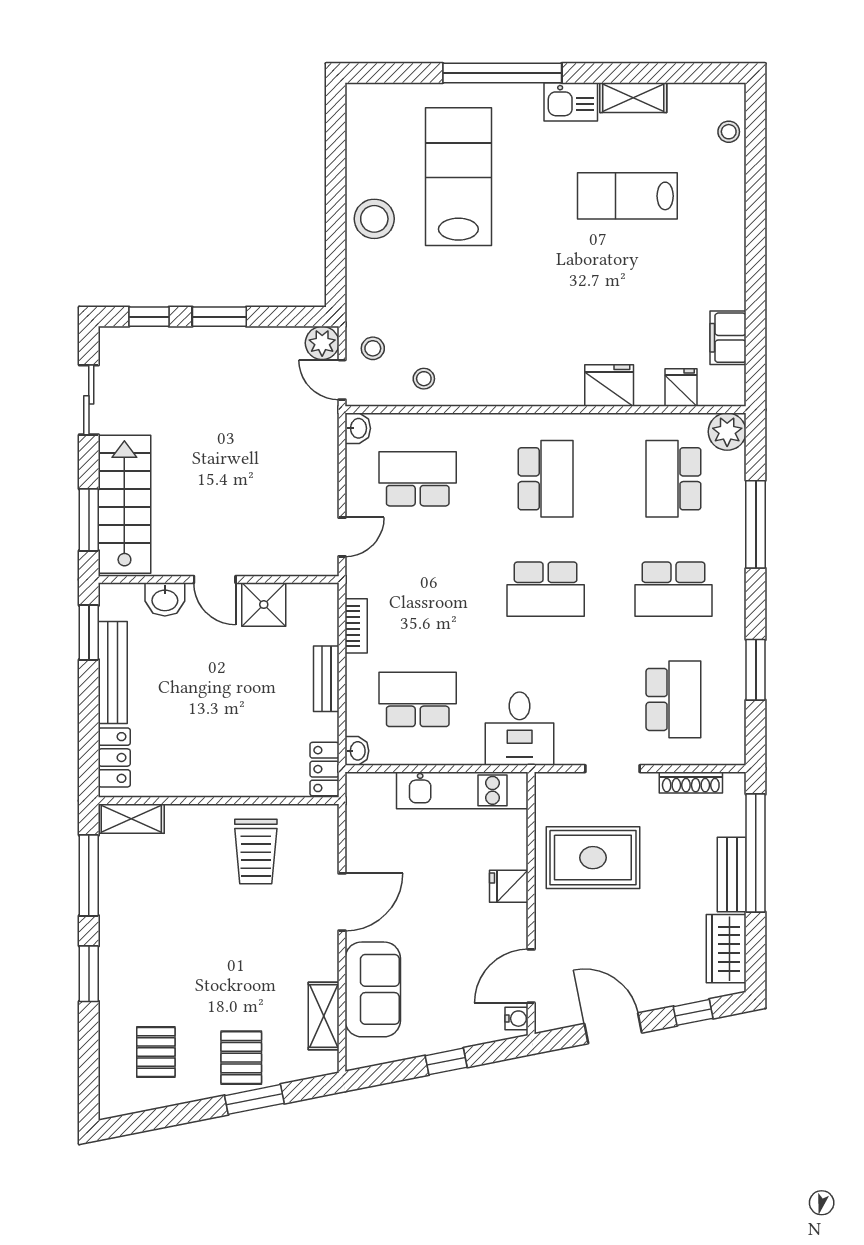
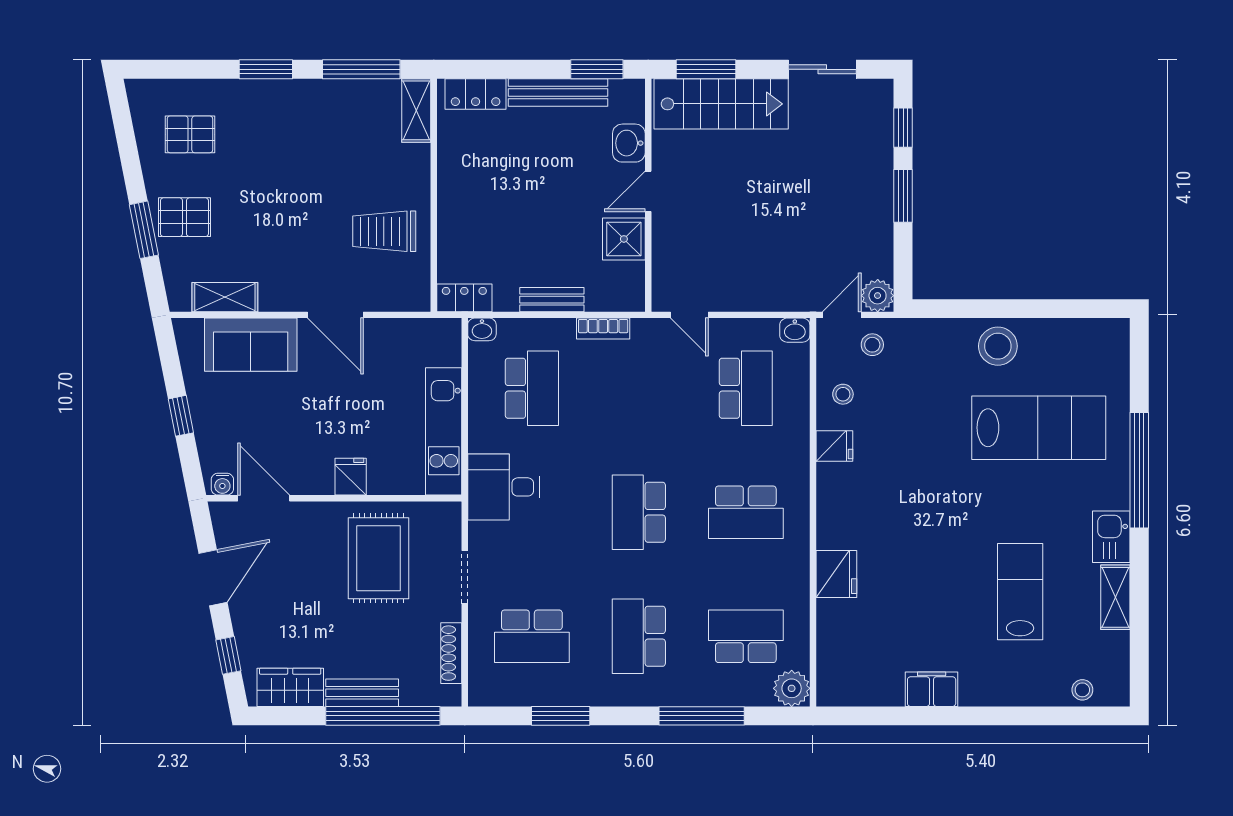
filing cabinet: (728, 338) -> (932, 689), moved
fridge: (681, 387) -> (834, 446), moved

